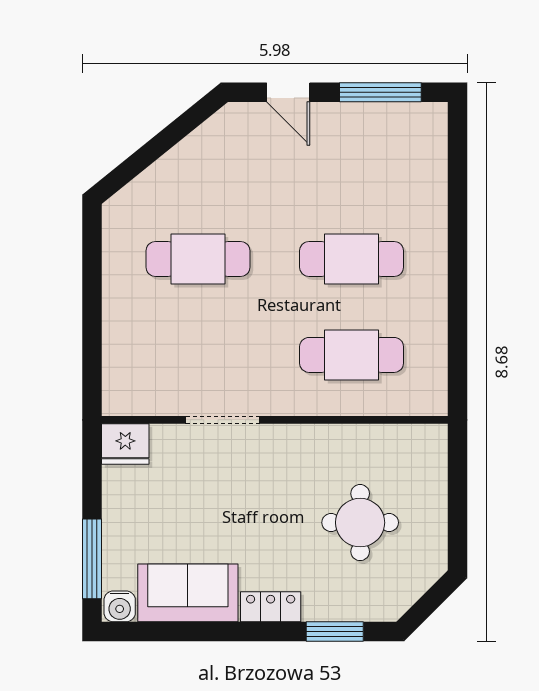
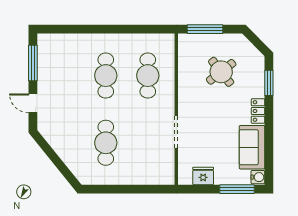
door: (288, 92) -> (33, 103), swing flipped
fridge: (125, 444) -> (203, 176), moved, turned -90
window: (458, 486) -> (205, 29), added
round table: (360, 523) -> (221, 72), turned -38

